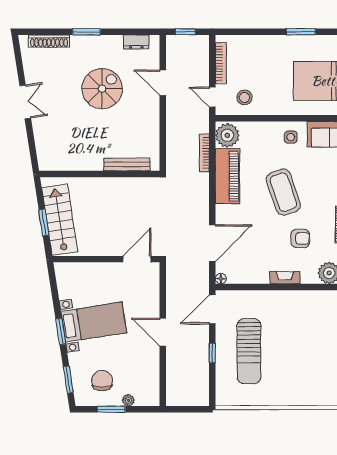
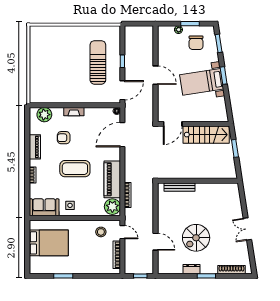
dresser: (136, 42) -> (191, 269), moved
coffee table: (283, 192) -> (75, 169), turned -71
stairs: (60, 220) -> (206, 135), moved, turned -81

